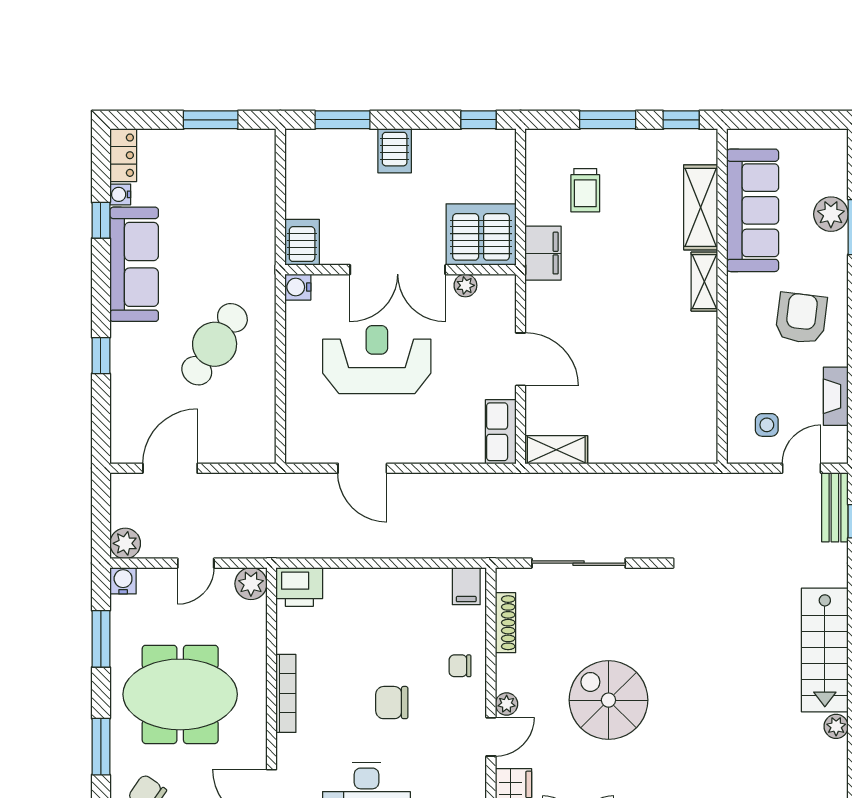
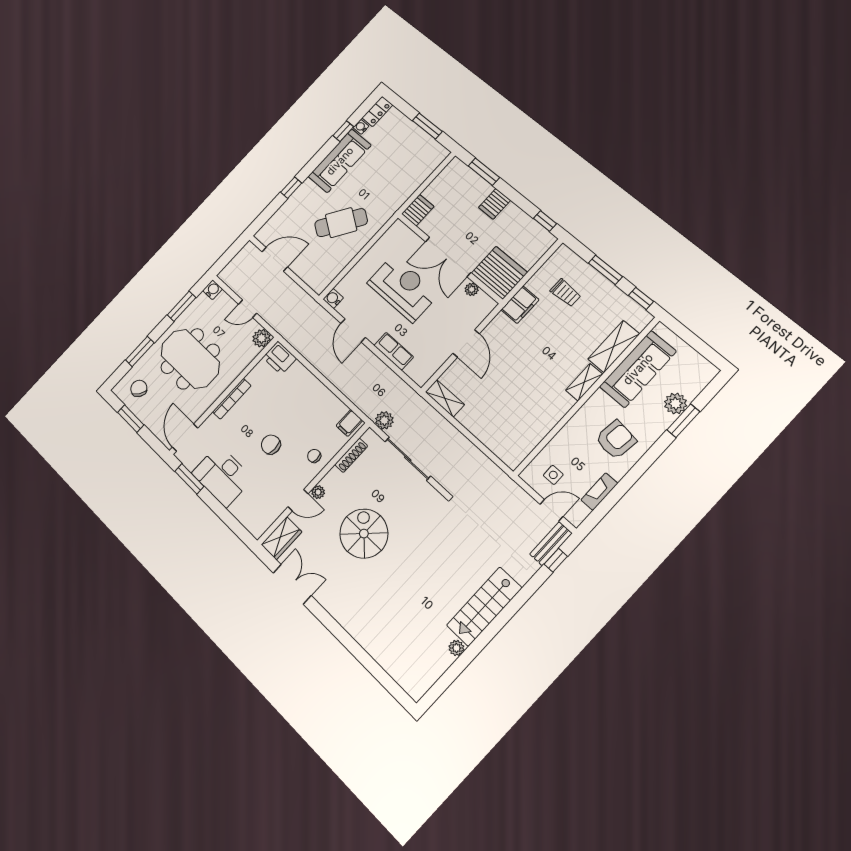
trolley: (585, 190) -> (566, 293), turned -90
water cooler: (298, 287) -> (333, 299), moved
row of seats: (501, 432) -> (394, 351), moved, turned 90
plant: (125, 543) -> (384, 420), moved

